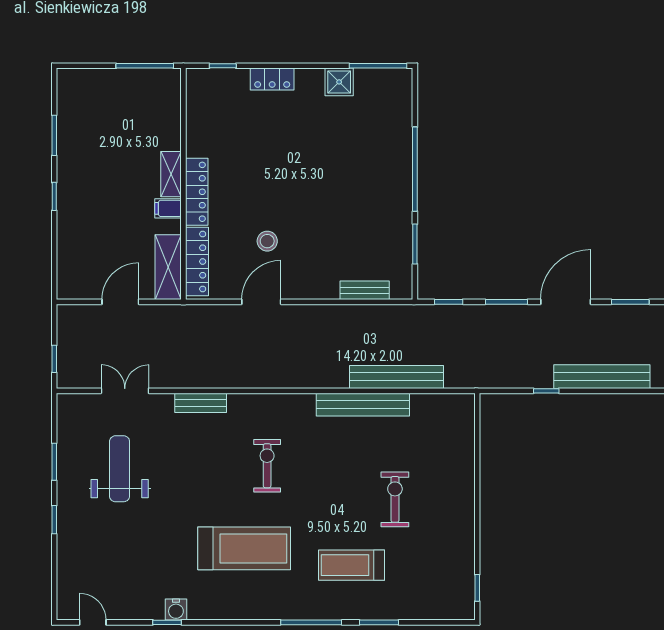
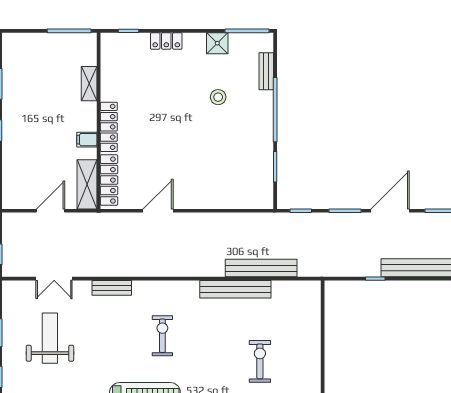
shelving: (171, 174) -> (89, 84), moved
stool: (267, 241) -> (218, 97), moved
bench: (365, 290) -> (266, 71), moved, turned 90
double door: (125, 391) -> (54, 279), swing flipped

